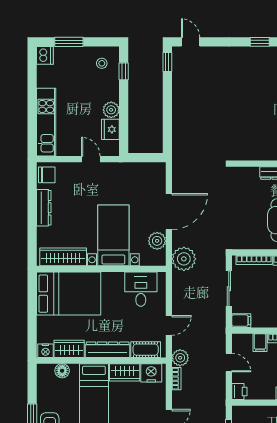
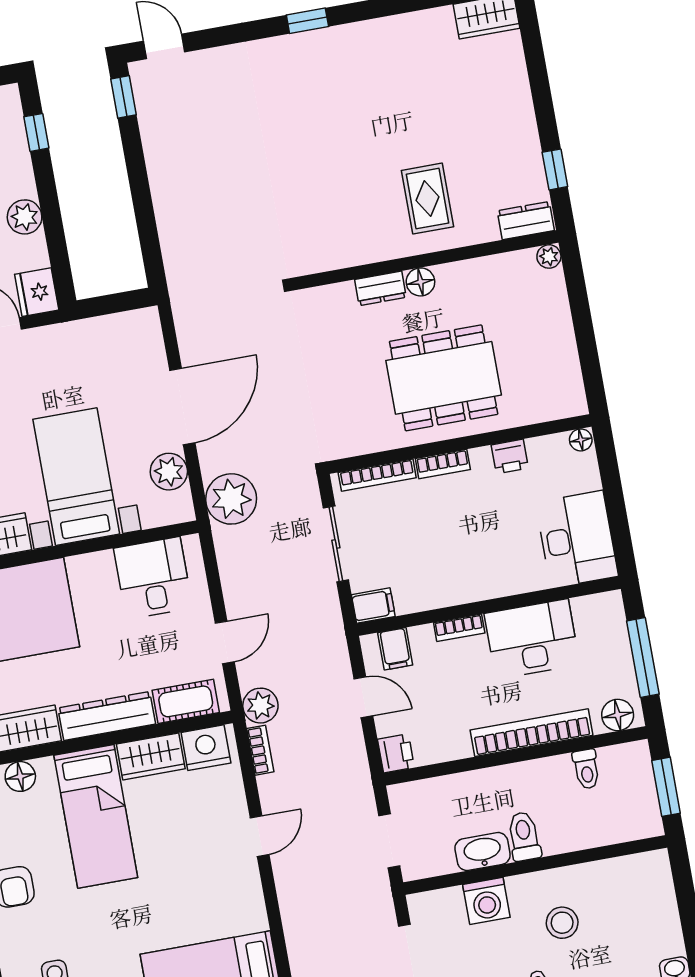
fridge: (110, 129) -> (37, 292), moved
filing cabinet: (260, 343) -> (395, 649), moved

